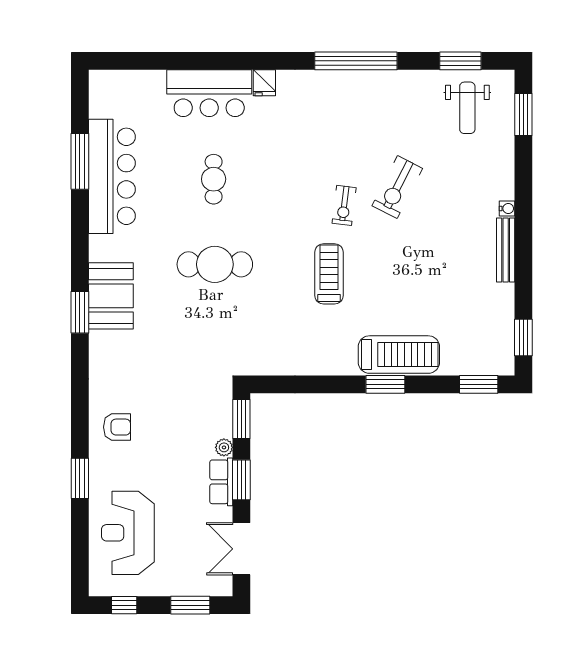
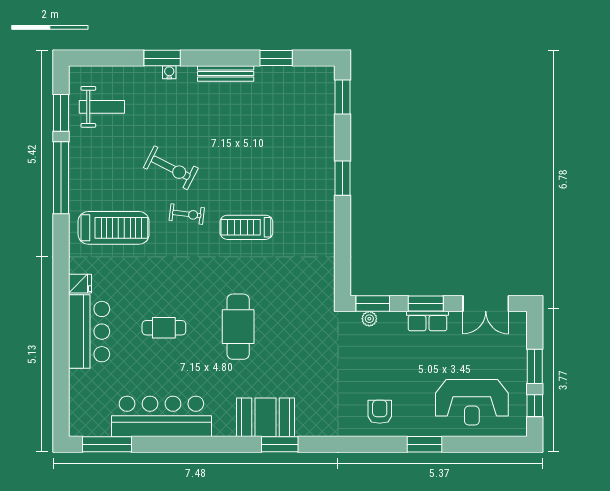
window: (356, 61) -> (61, 178), moved
window: (523, 115) -> (162, 58), moved
window: (80, 161) -> (107, 444), moved
water cooler: (507, 209) -> (169, 72), moved
window: (523, 338) -> (276, 58), moved
treadmill: (399, 355) -> (114, 228), moved, turned 90
plant: (224, 447) -> (369, 319), moved
window: (190, 605) -> (535, 366), moved

